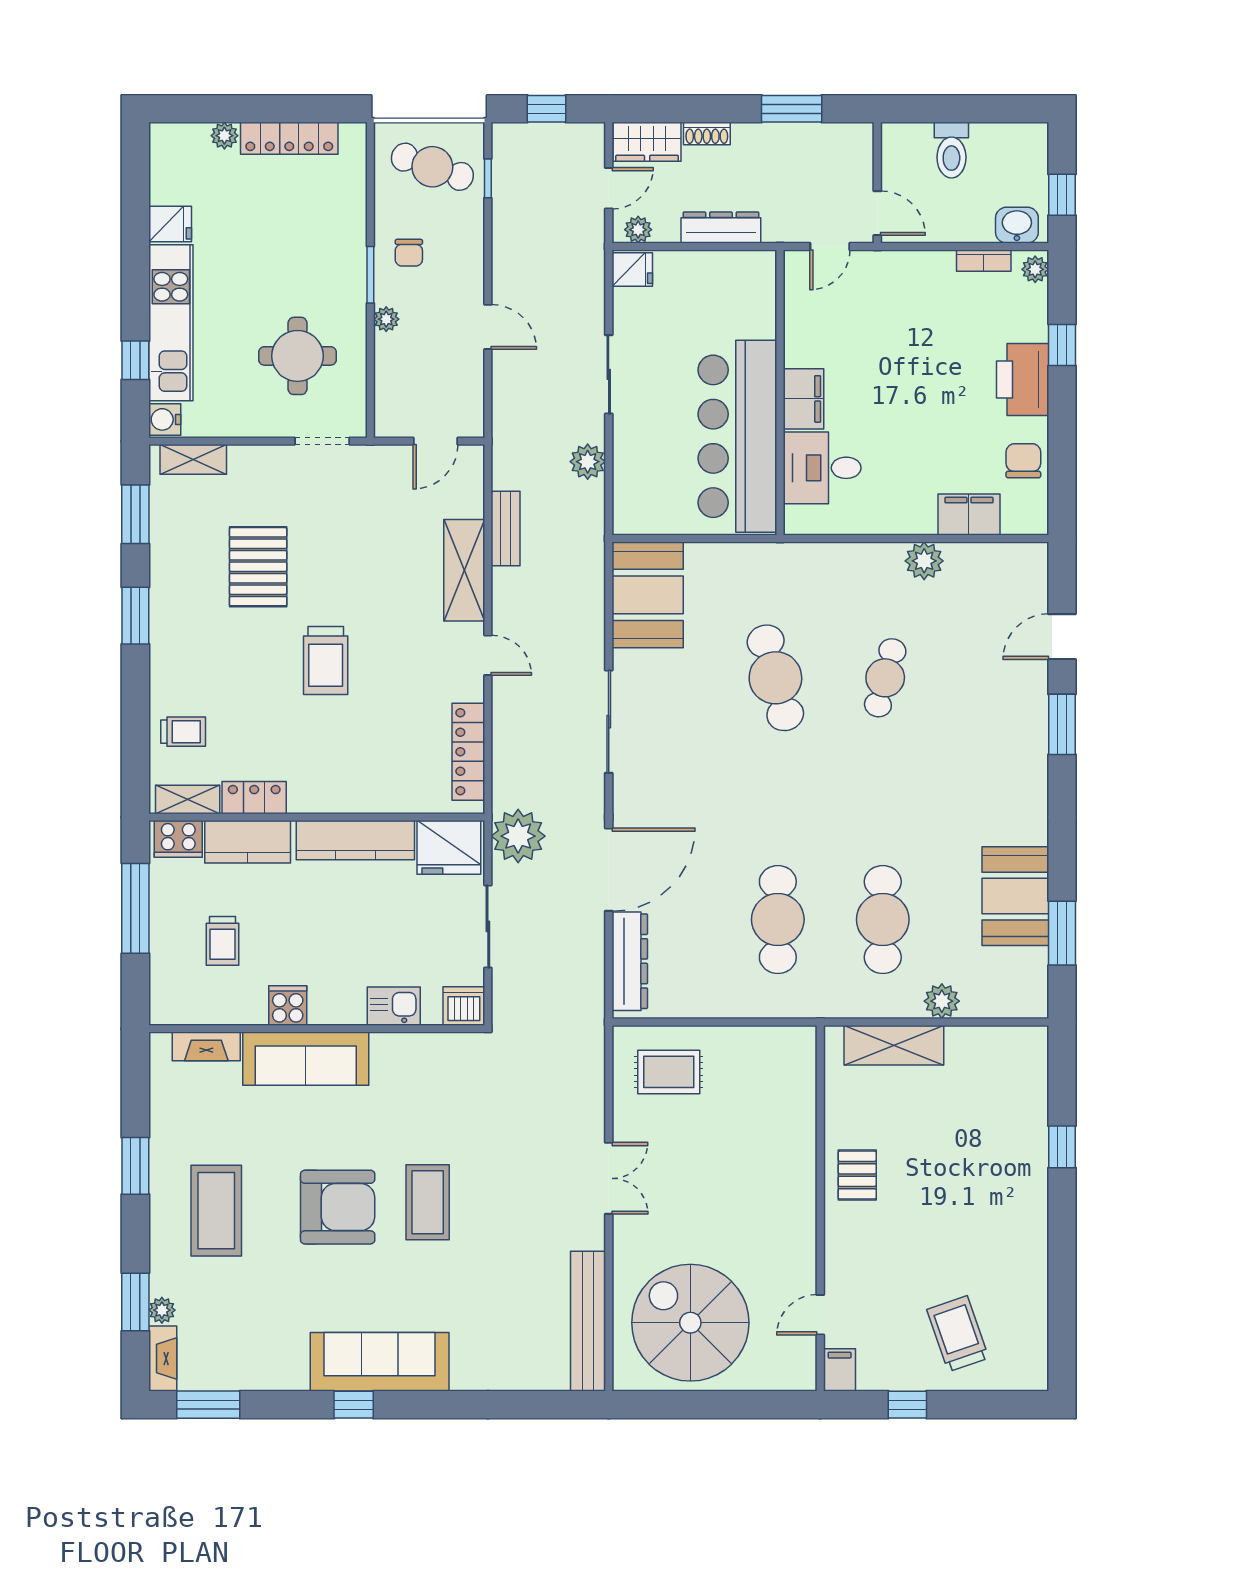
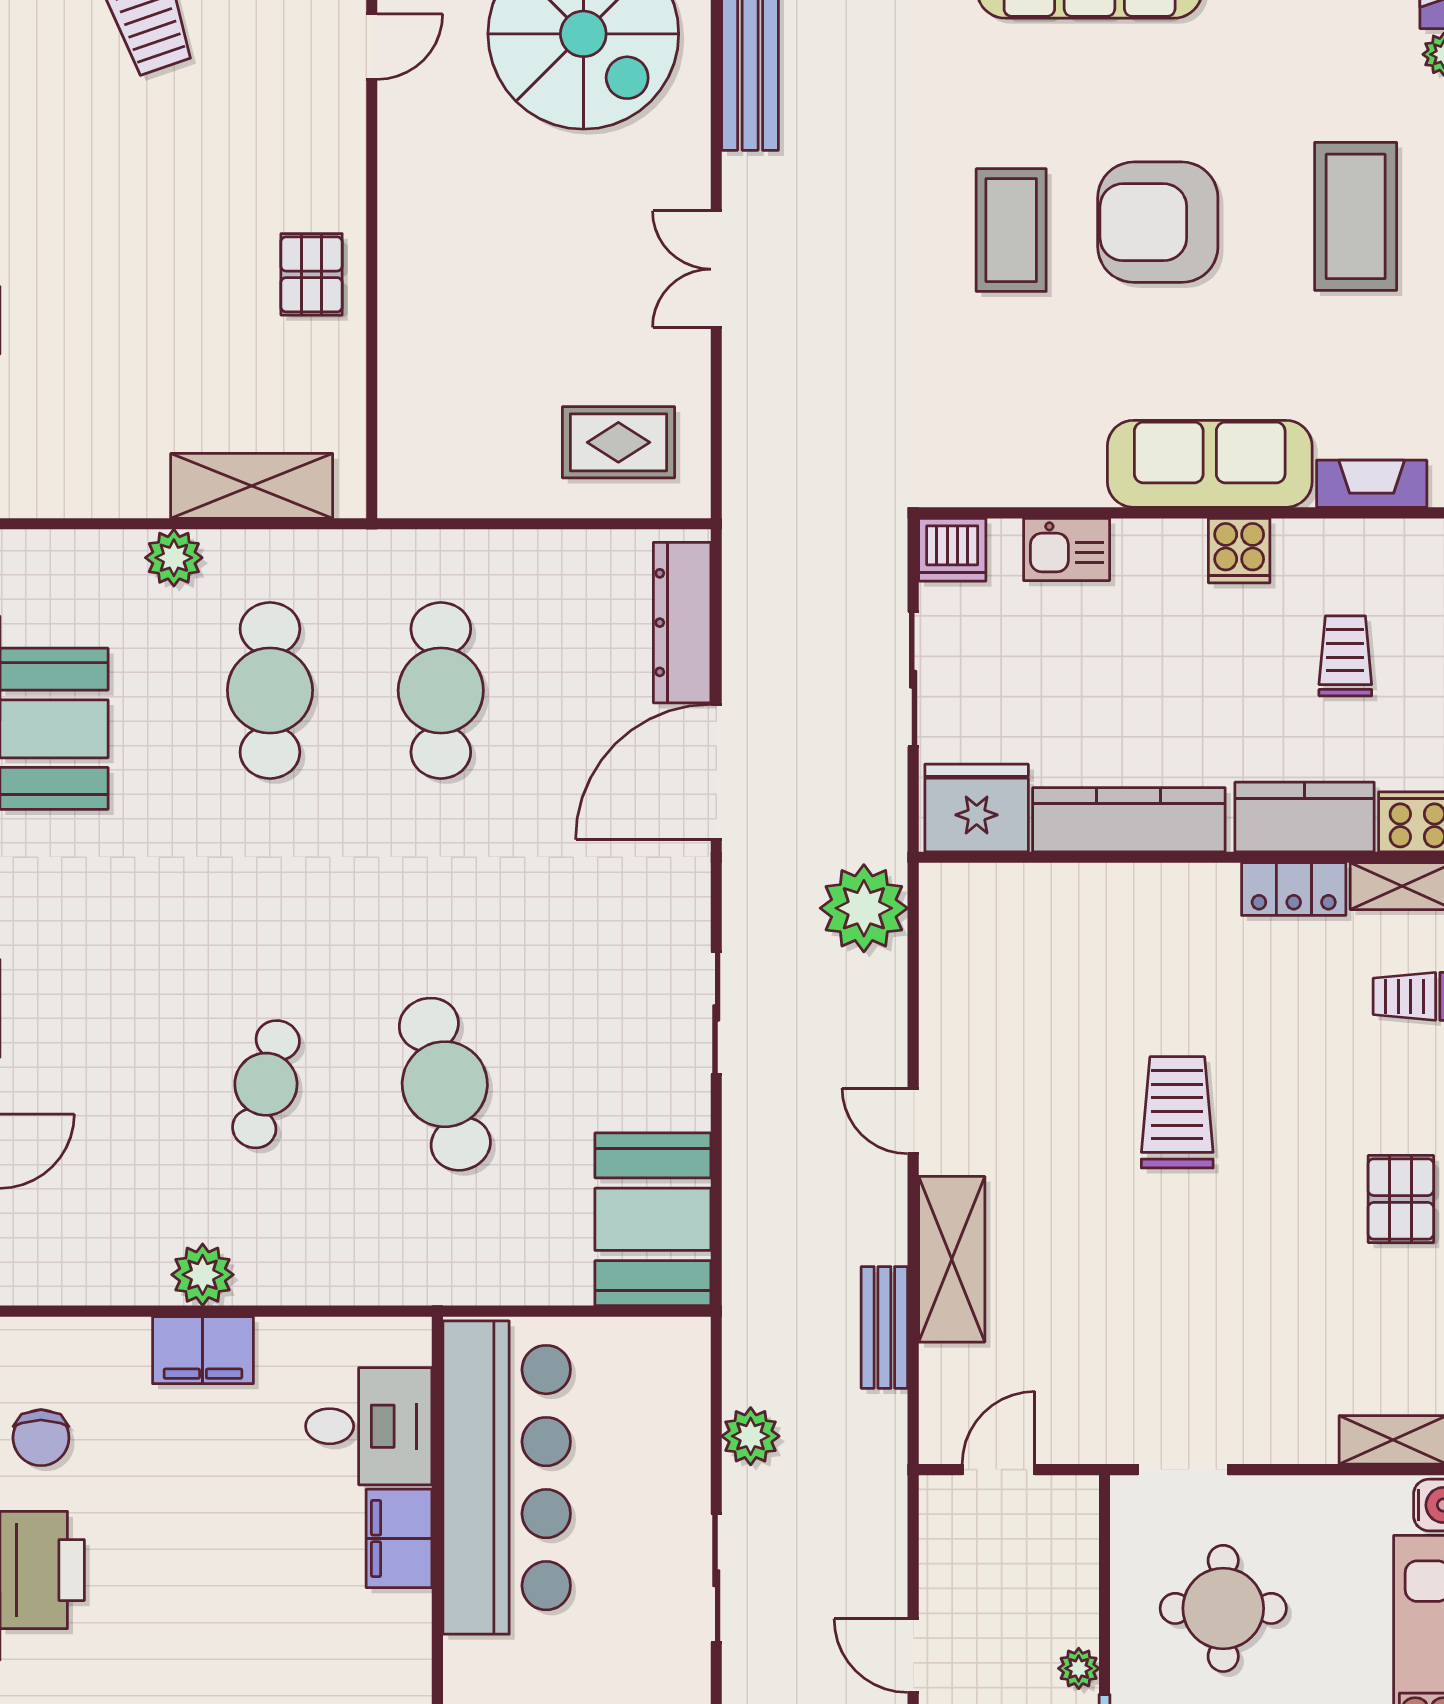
filing cabinet: (969, 515) -> (203, 1350), moved
pallet: (258, 567) -> (1401, 1199), moved, width x0.67, depth x0.71
sliding door: (609, 722) -> (716, 1013), width x0.73
locker: (468, 752) -> (945, 964), removed
plant: (518, 836) -> (864, 908), moved

